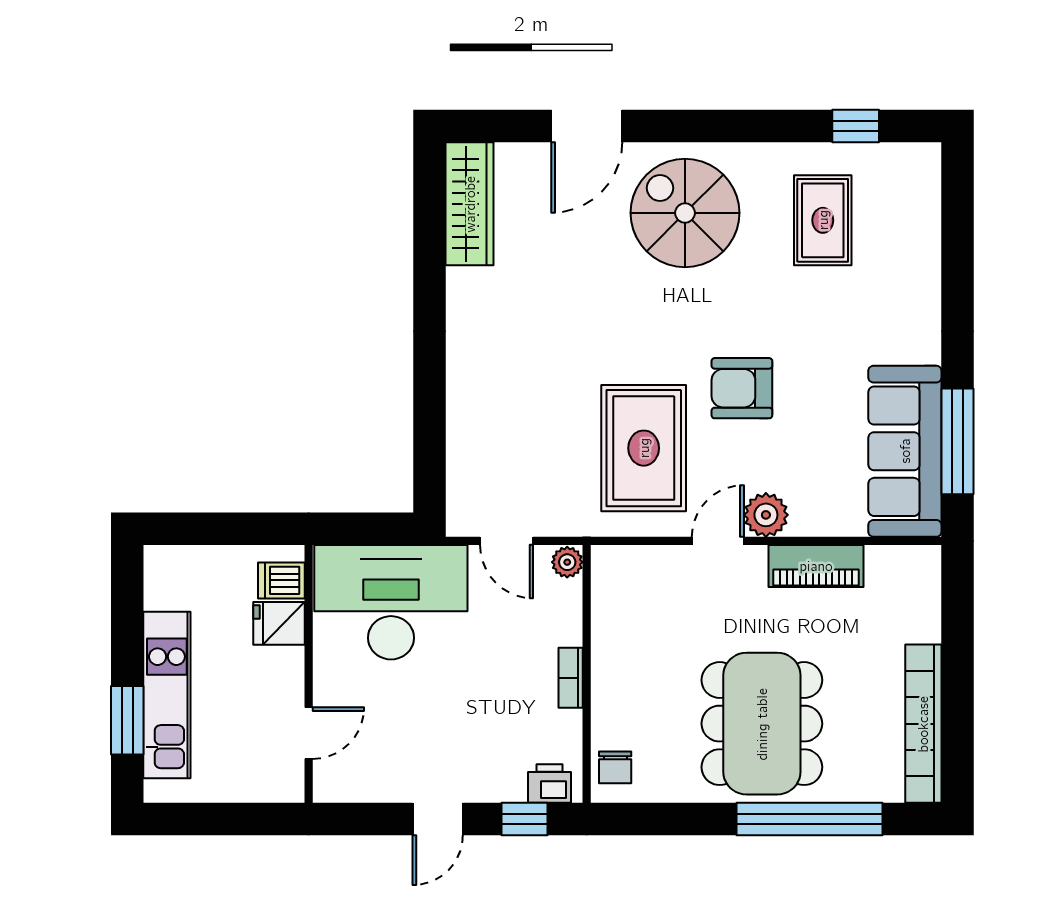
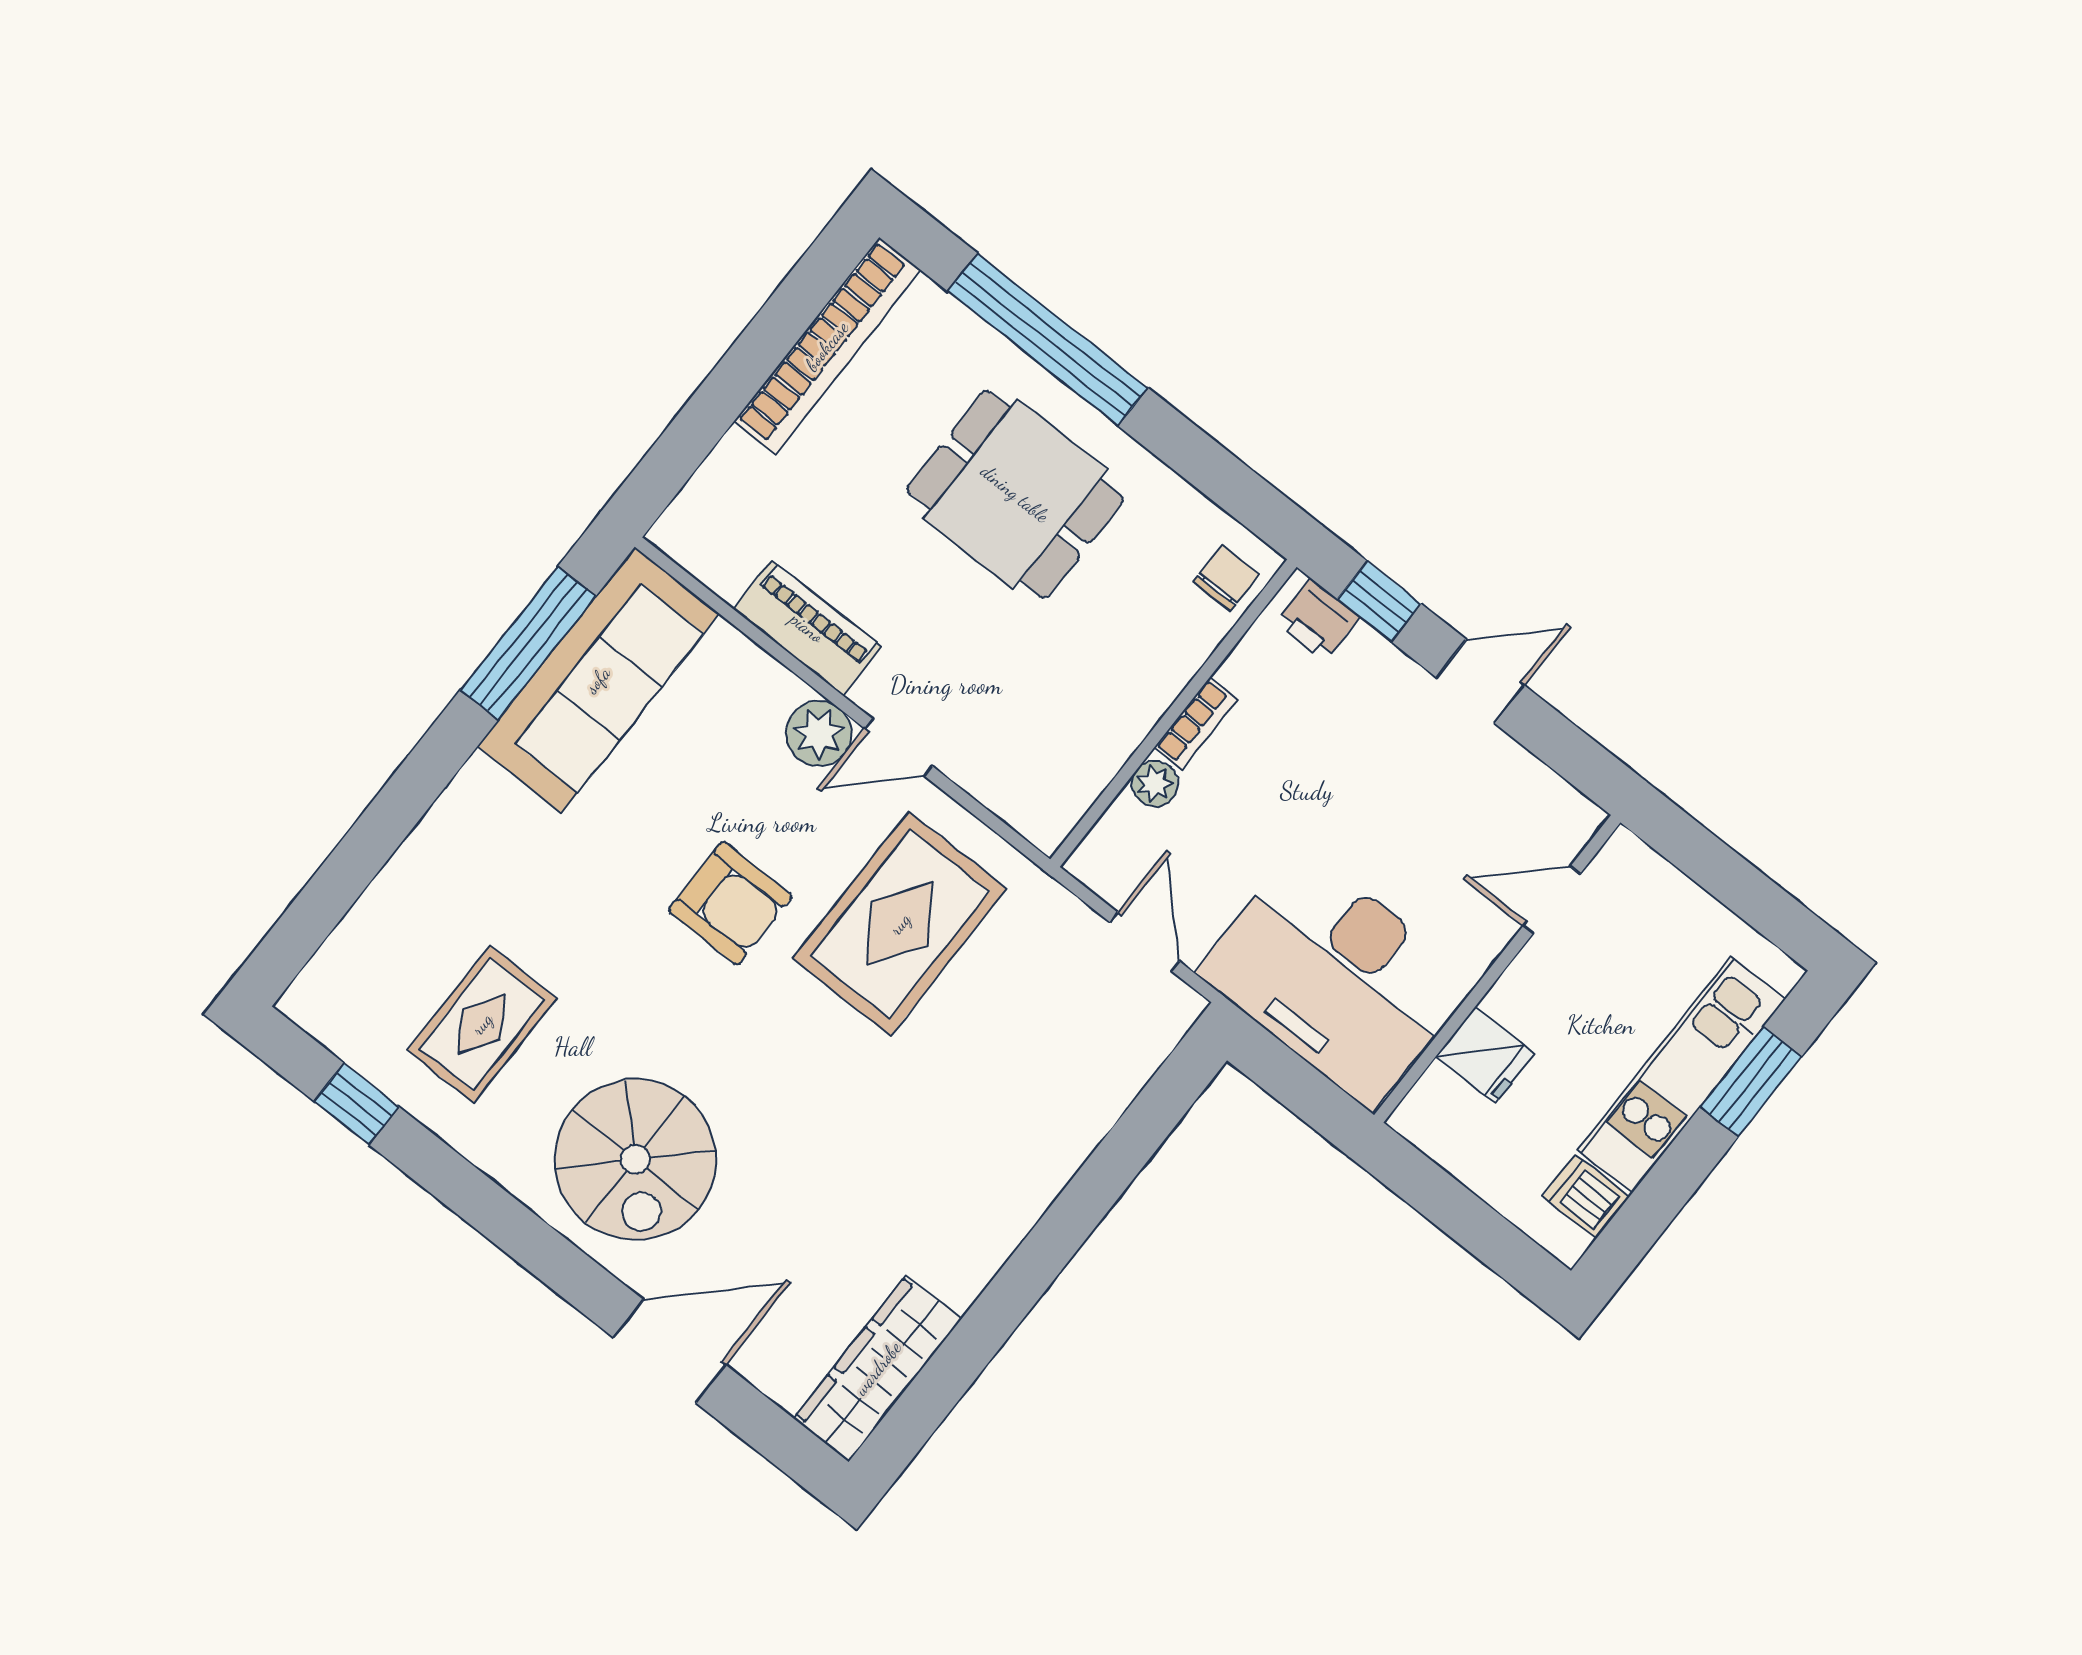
plant: (567, 562) -> (1155, 783), moved
dishwasher: (281, 580) -> (1586, 1197), moved, turned 180
dining table: (762, 724) -> (1015, 494), width x0.73

